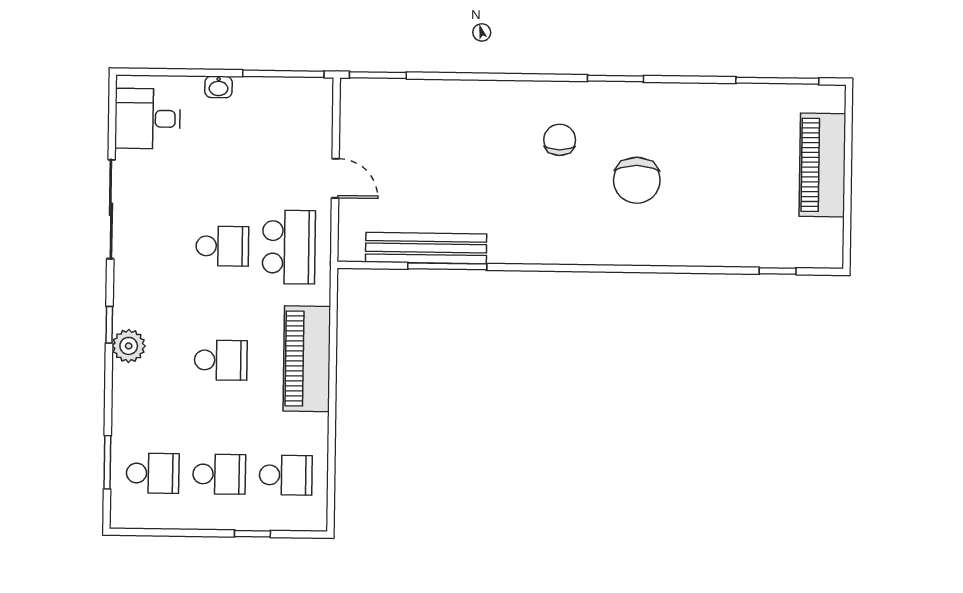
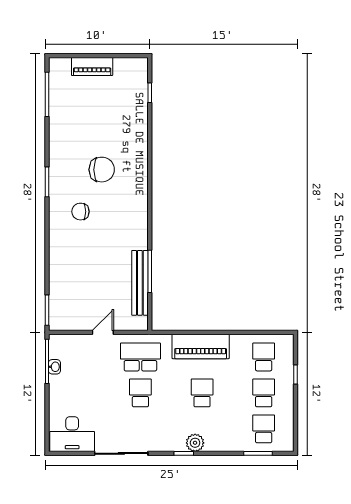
washbasin: (219, 87) -> (54, 367), moved
desk: (148, 119) -> (72, 434), width x1.37
piano: (822, 165) -> (92, 66), width x0.73, depth x0.75

